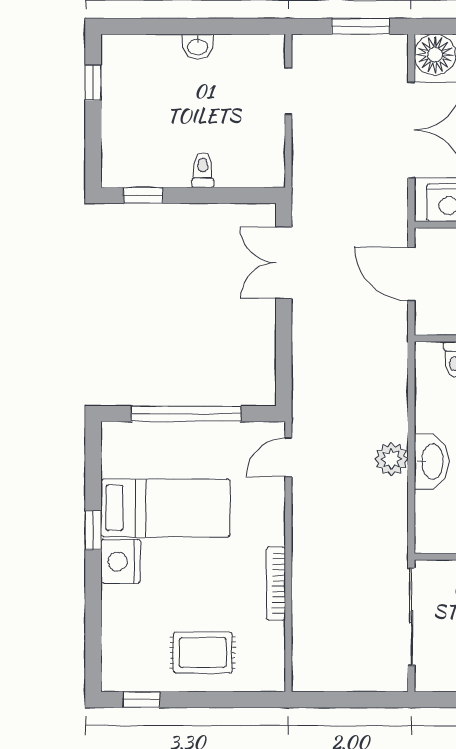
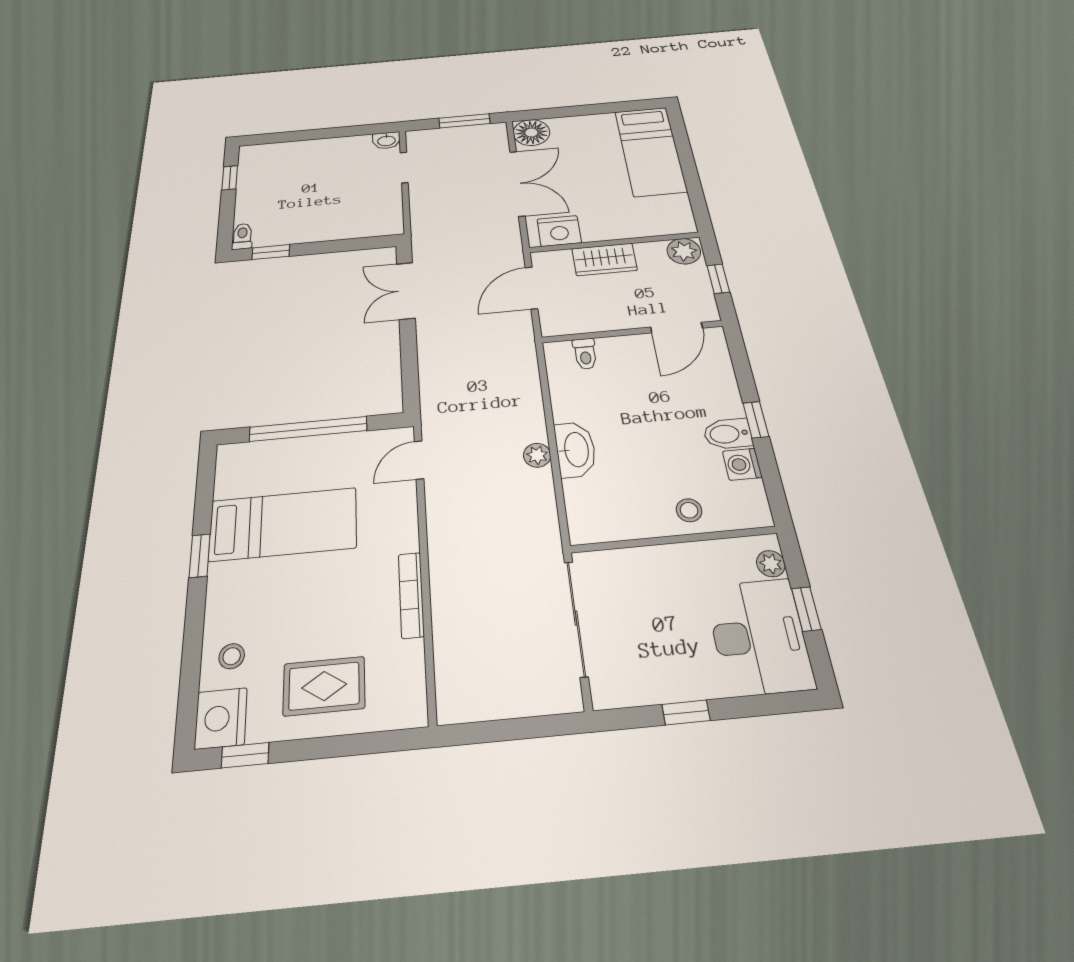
washbasin: (198, 46) -> (386, 140), moved
toilet: (203, 170) -> (242, 236), moved
door: (411, 274) -> (531, 288), hinge flipped
plant: (391, 459) -> (537, 455), width x0.73, depth x0.73
nightstand: (121, 561) -> (221, 718), moved
stool: (126, 621) -> (232, 656), added

